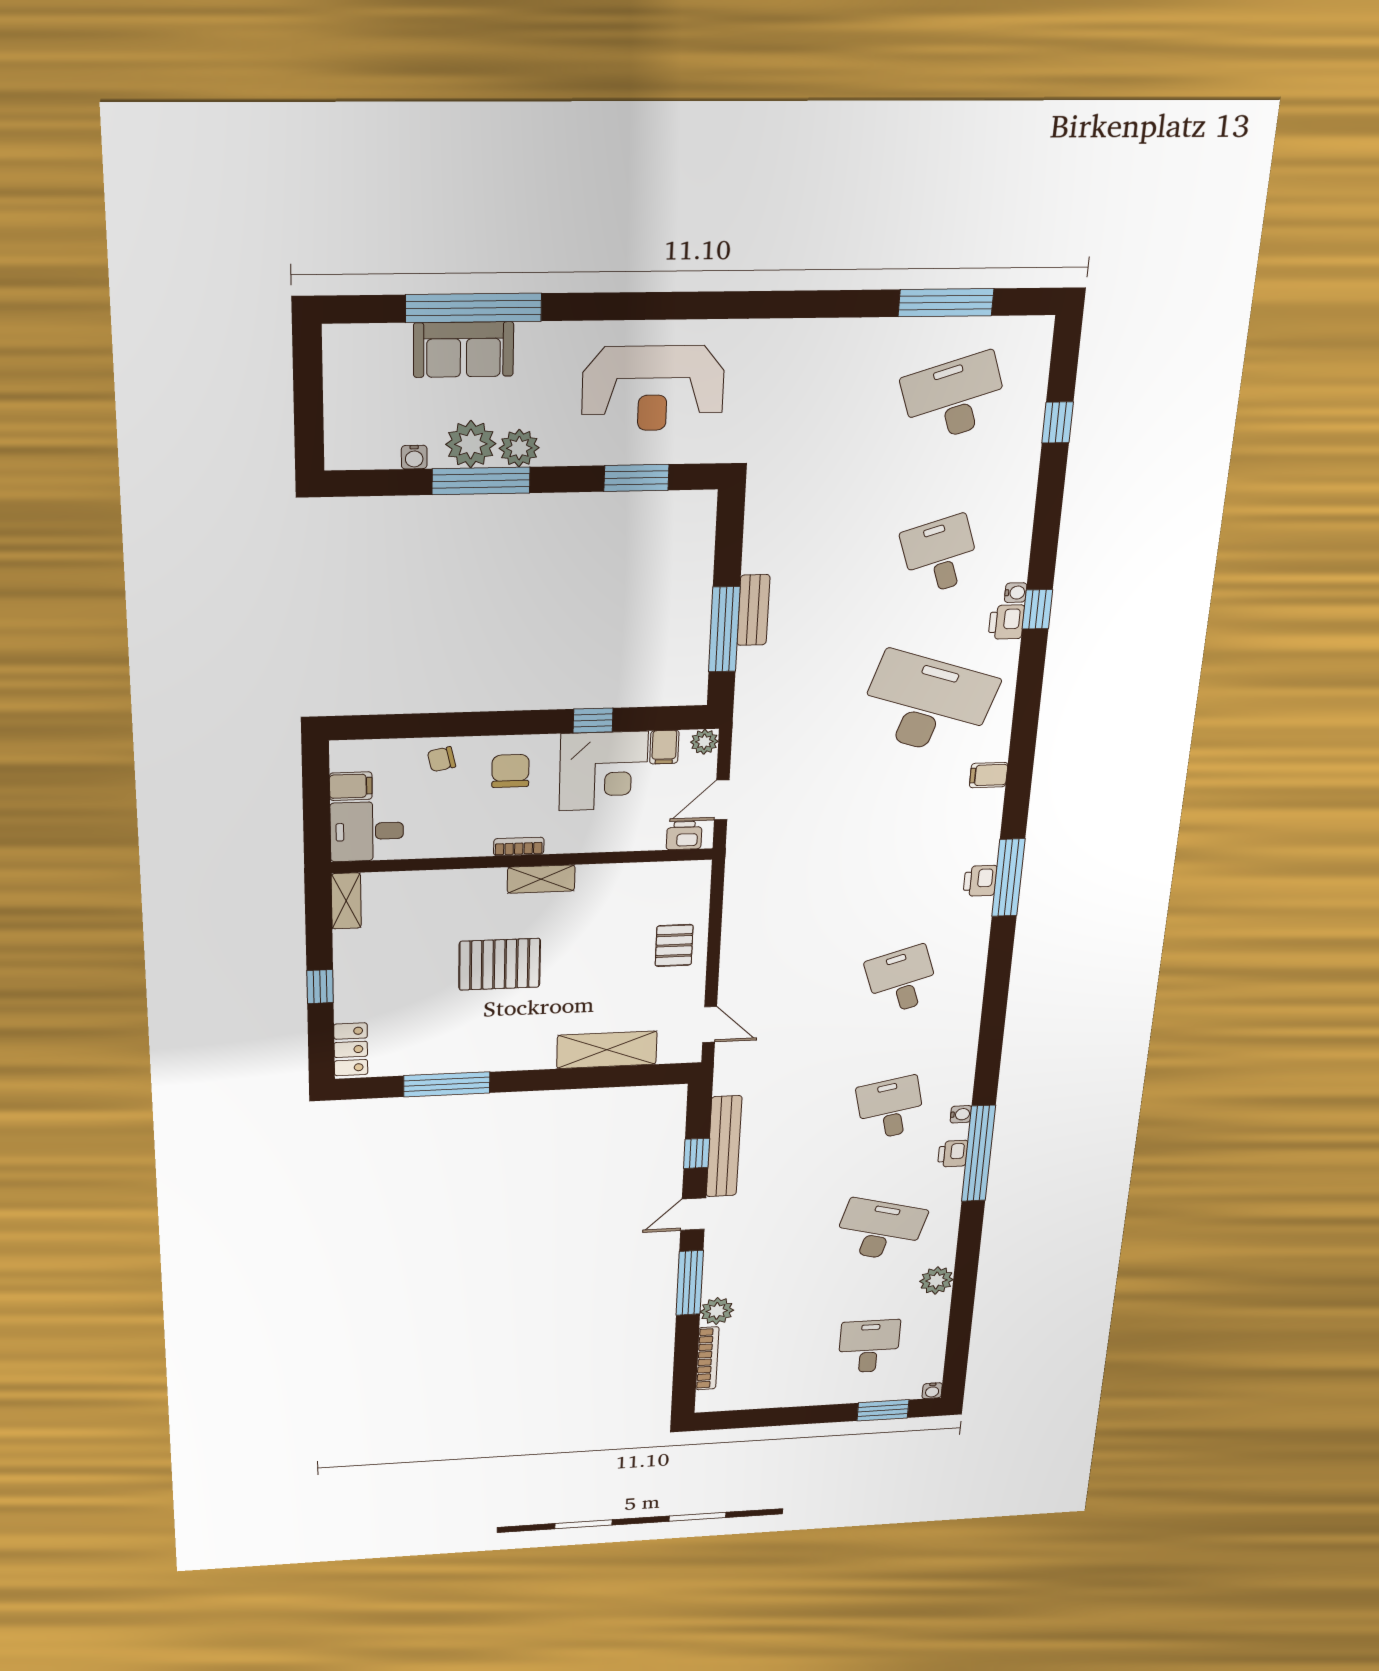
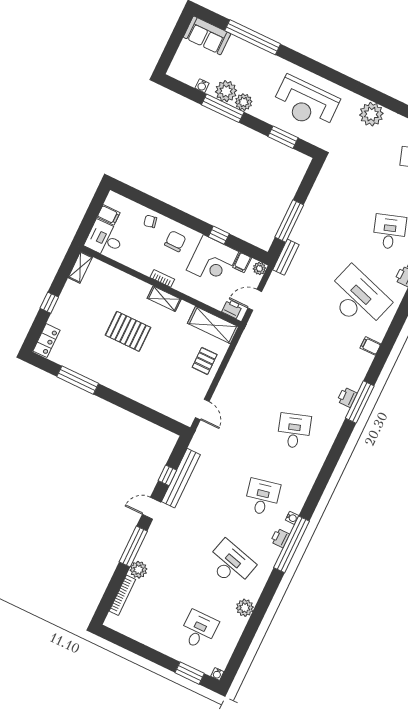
plant: (804, 345) -> (371, 114), added
sofa: (464, 350) -> (207, 35), moved
bench: (753, 610) -> (286, 257), moved
shelving: (607, 1050) -> (213, 325), moved

